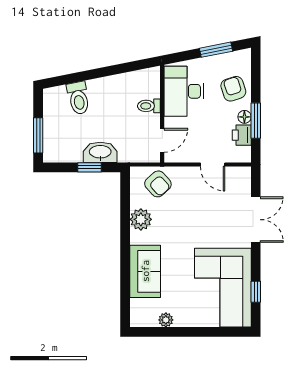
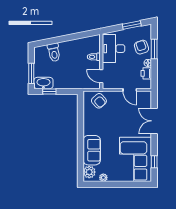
window: (256, 121) -> (154, 49), moved
door: (162, 140) -> (101, 76), swing flipped
washbasin: (100, 152) -> (43, 83), moved
window: (89, 167) -> (49, 91), moved
plant: (141, 219) -> (89, 172), moved
double door: (256, 220) -> (154, 121), swing flipped

